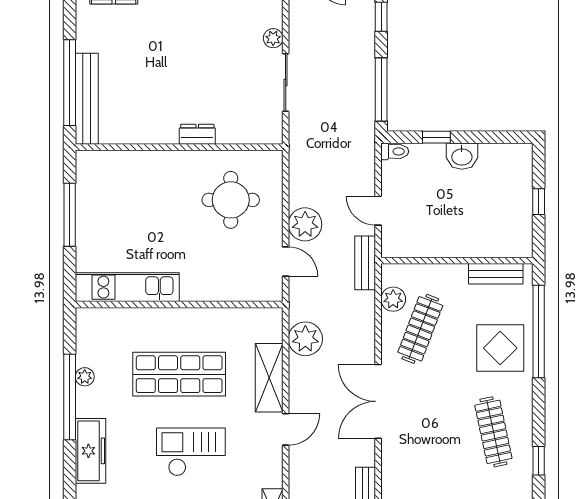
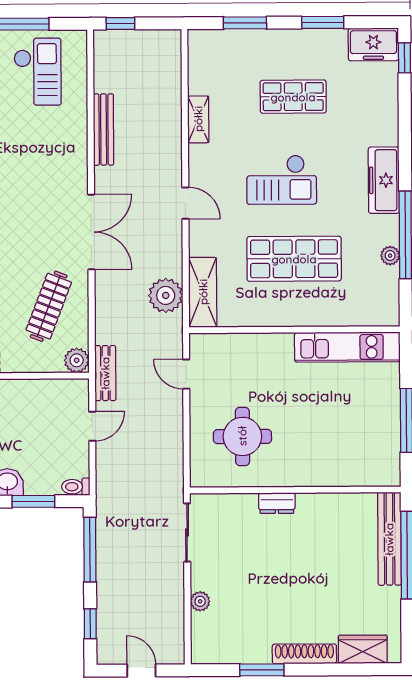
sliding door: (286, 82) -> (187, 532), moved
window: (436, 137) -> (33, 501), width x1.50
door: (378, 211) -> (92, 426), hinge flipped
plant: (305, 224) -> (167, 412), removed
plant: (393, 299) -> (77, 360), moved
shelving: (269, 378) -> (203, 292), moved
door: (286, 429) -> (185, 203), swing flipped

